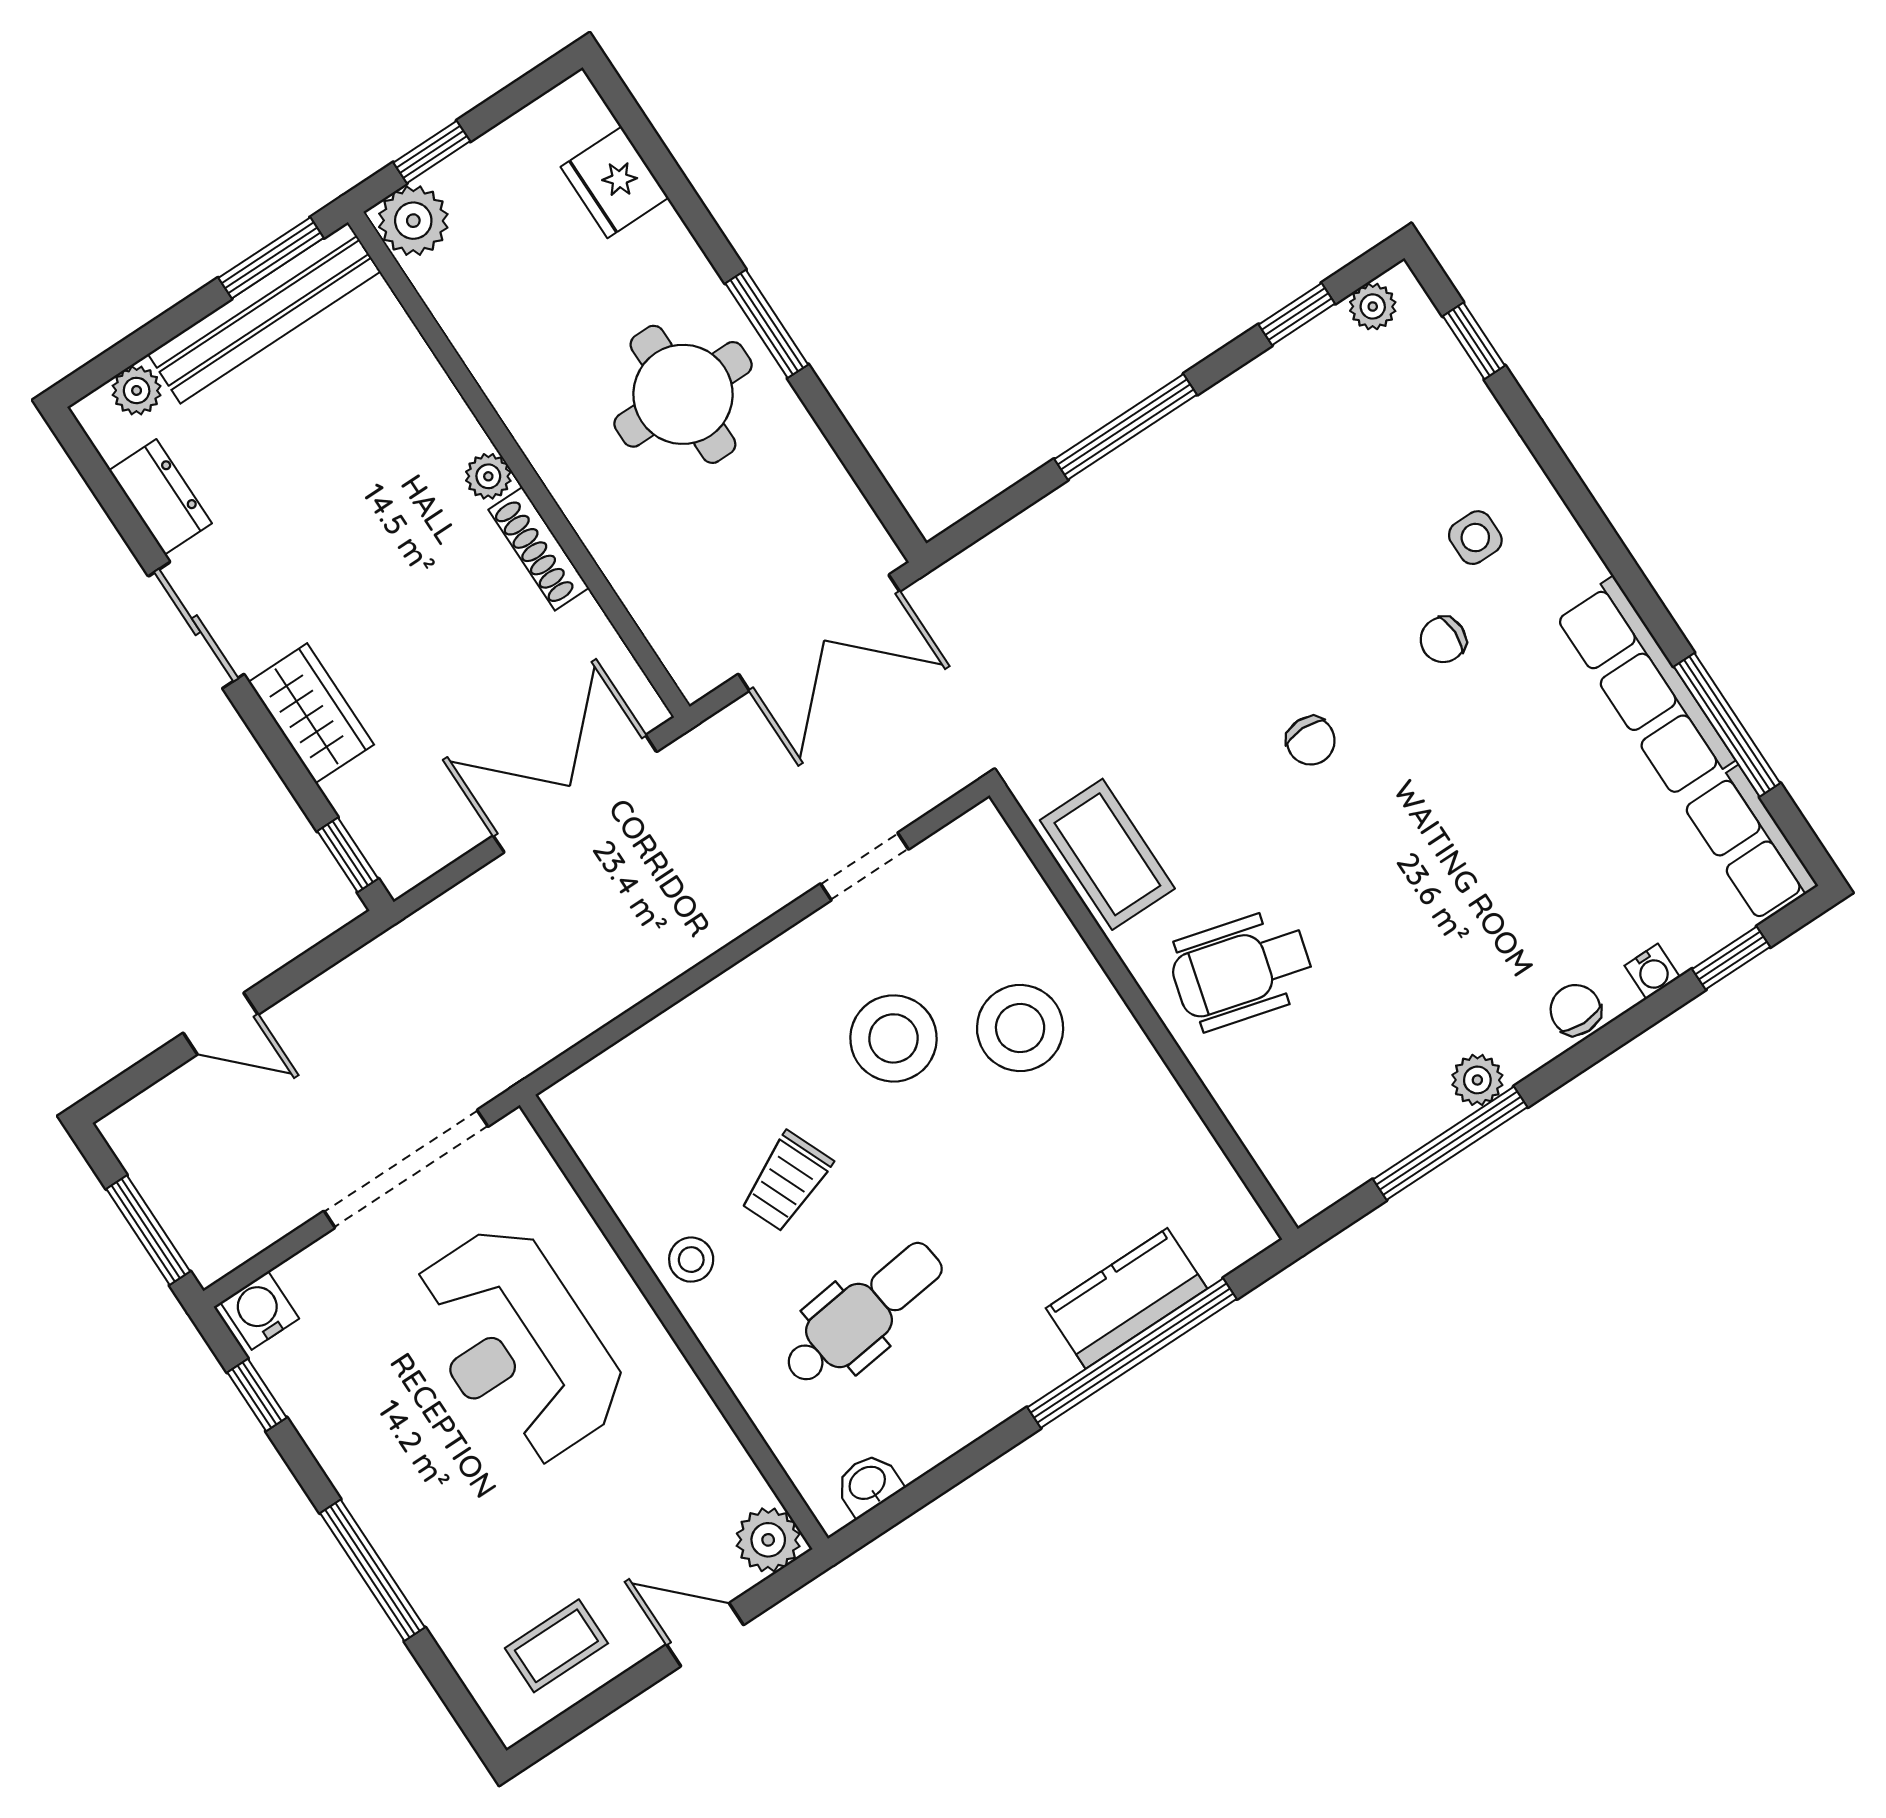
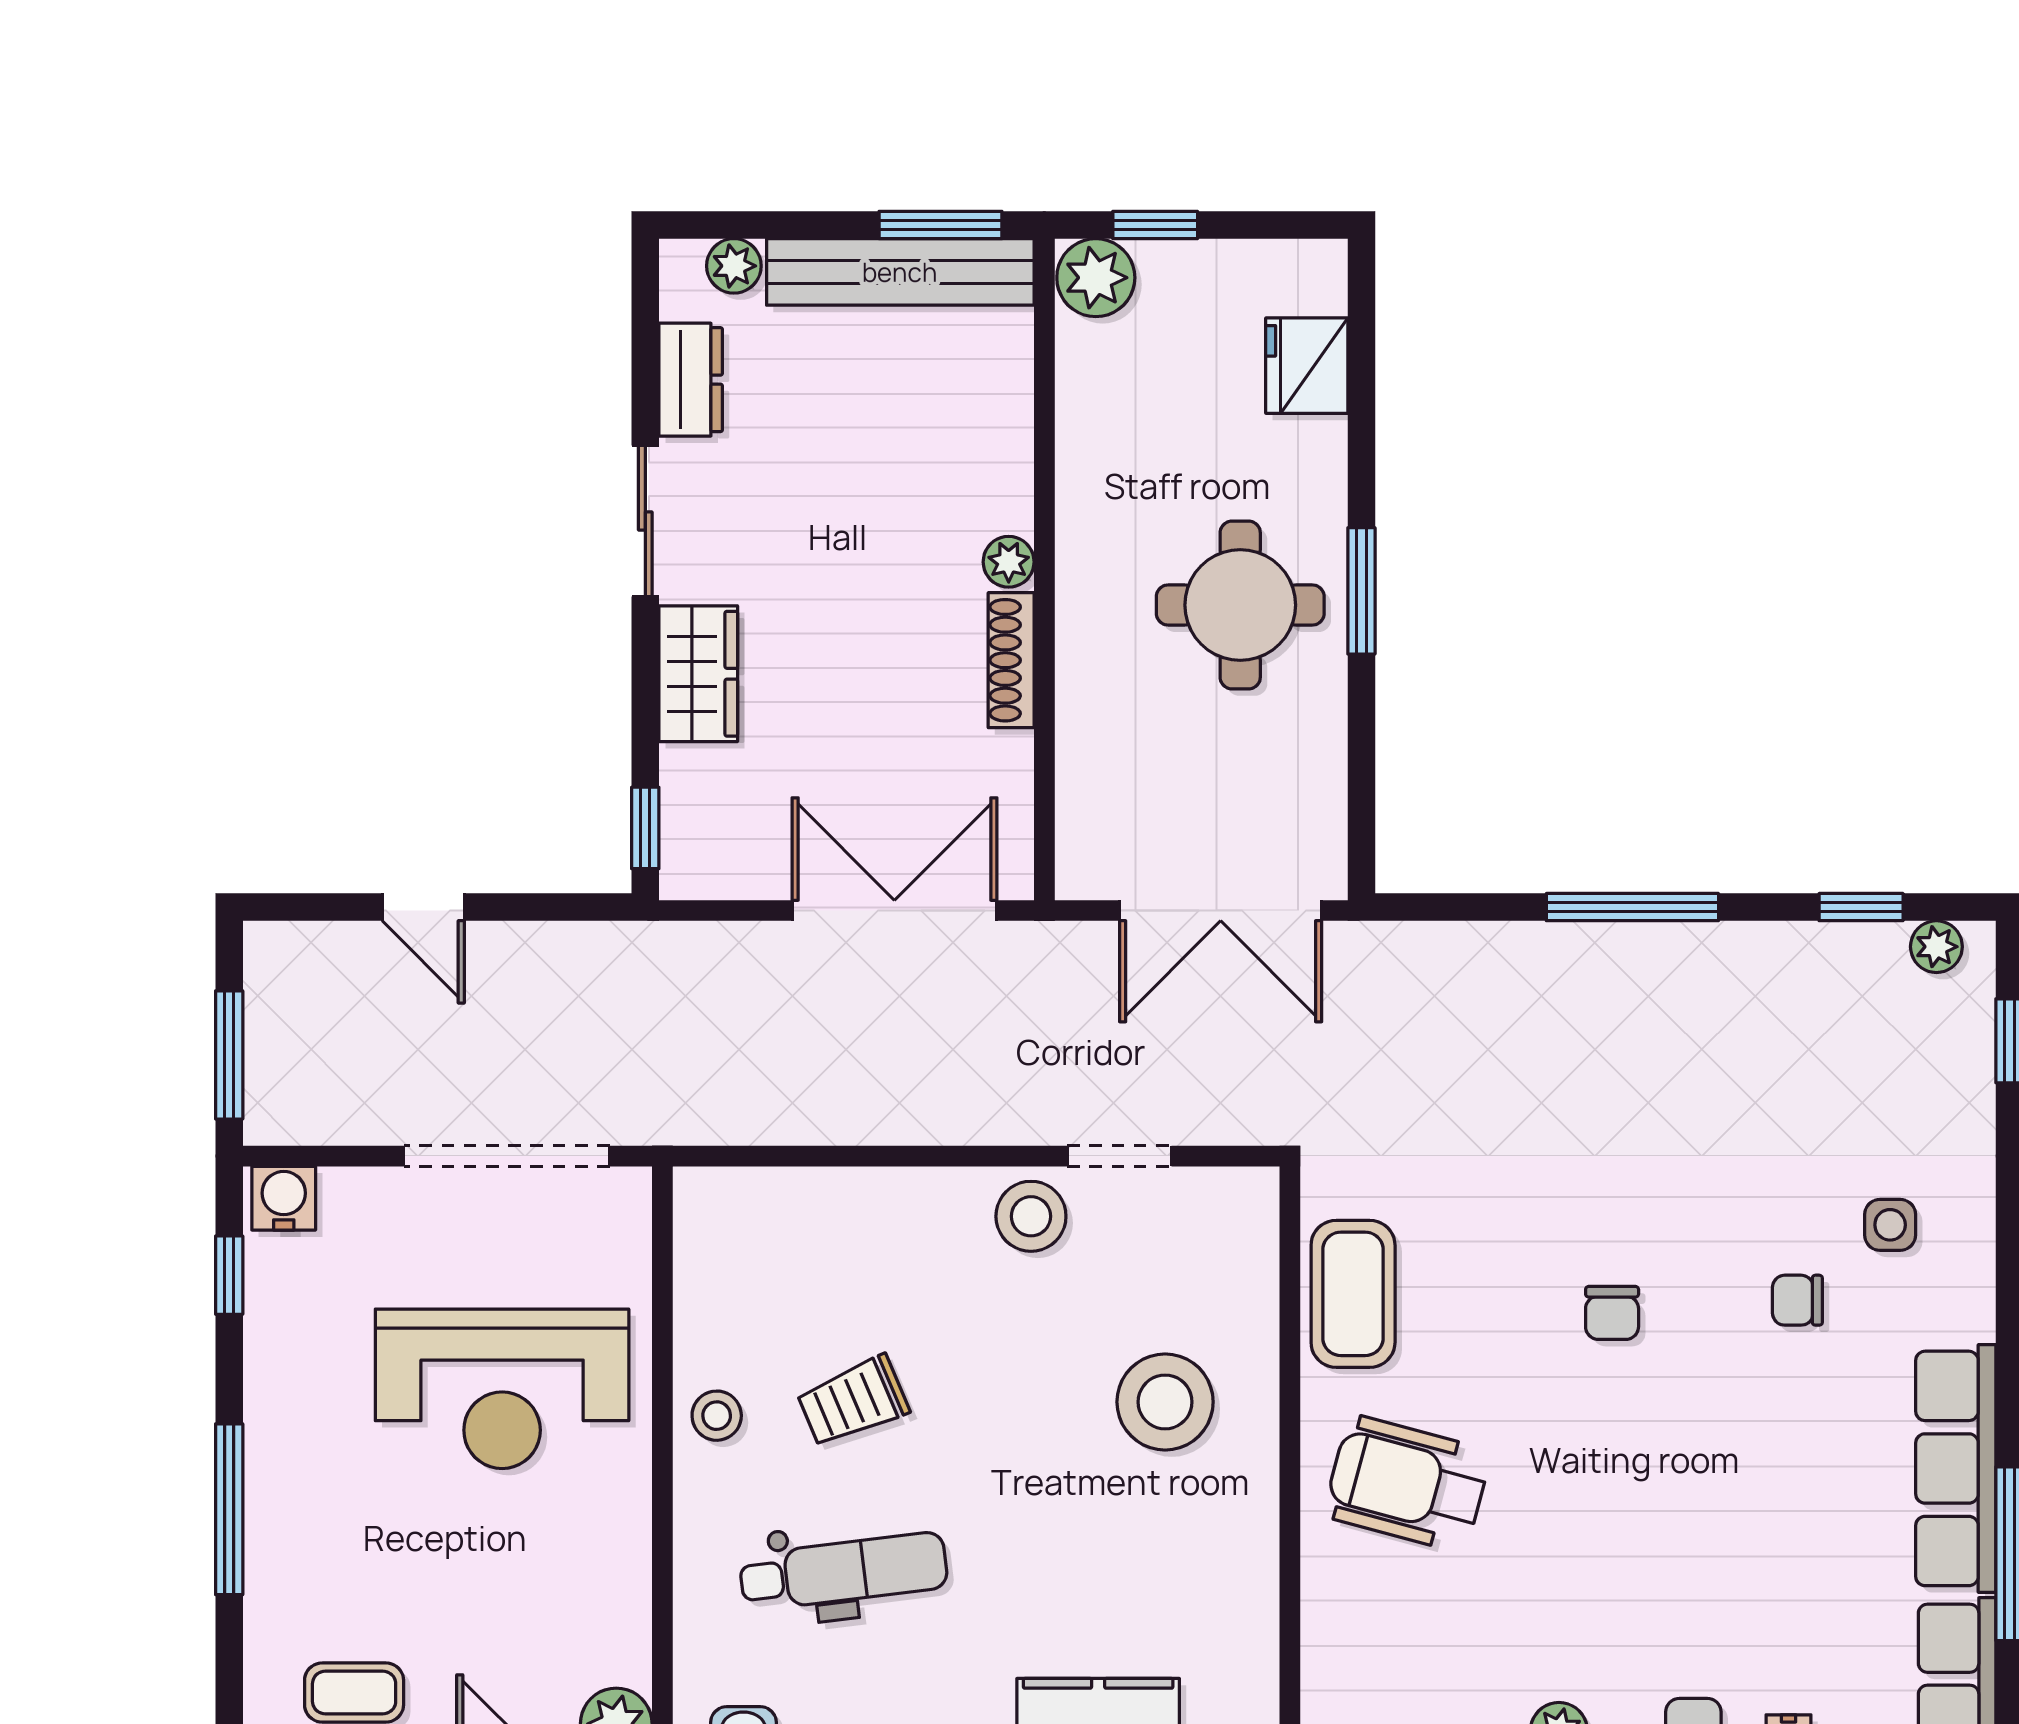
stool: (894, 1038) -> (1031, 1216), moved, width x0.73, depth x0.73
reception desk: (517, 1345) -> (502, 1389), turned -90

